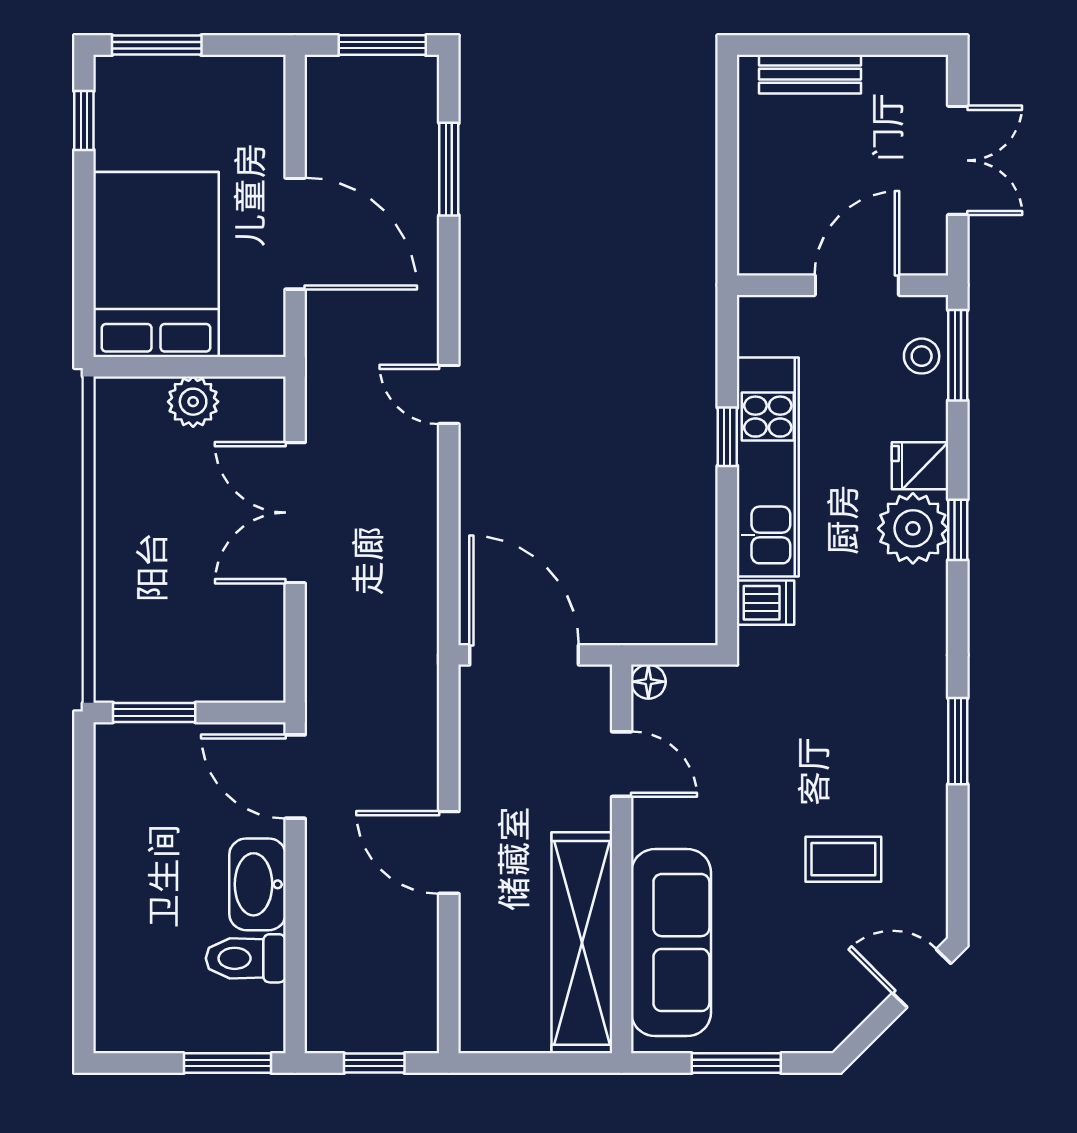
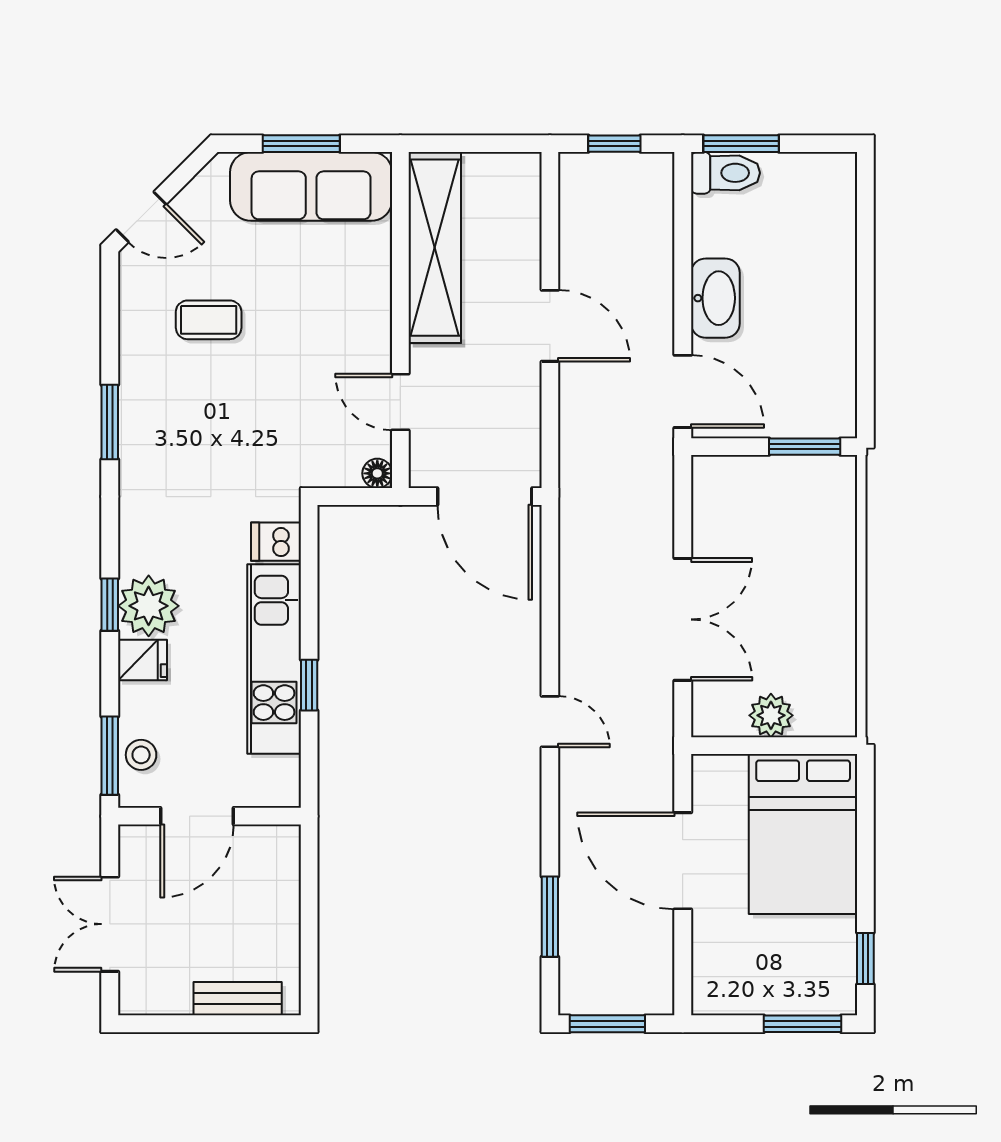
sofa: (671, 943) -> (311, 186), moved, turned -90
toilet: (246, 958) -> (725, 173), moved

